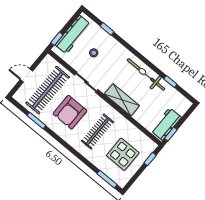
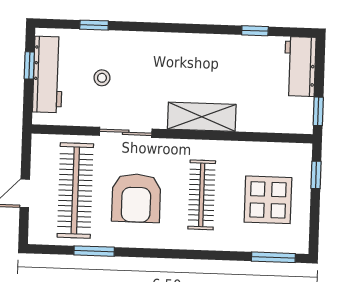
window: (57, 39) -> (29, 65), moved
bicycle: (146, 74) -> (208, 49), removed
workbench: (166, 124) -> (300, 66), moved

